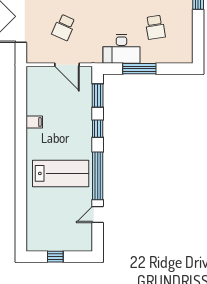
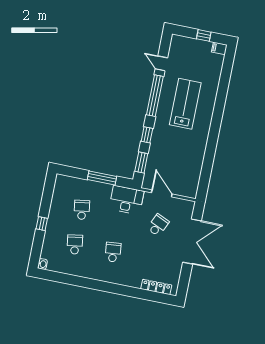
desk: (121, 49) -> (126, 200), moved
filing cabinet: (34, 122) -> (219, 48), moved
lab bench: (61, 173) -> (185, 104), turned 90
door: (98, 215) -> (161, 63), swing flipped

